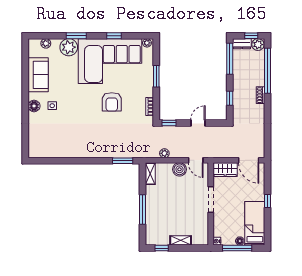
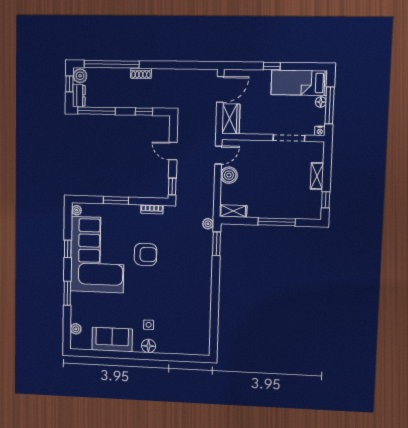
plant: (69, 47) -> (81, 303), removed
plant: (164, 153) -> (208, 224), moved
doorway: (211, 200) -> (289, 138), moved

